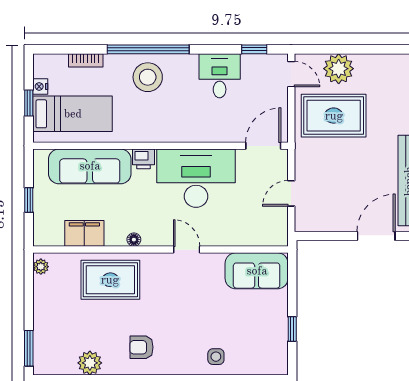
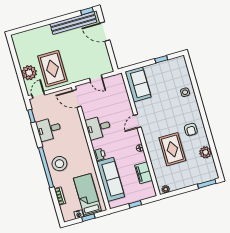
desk: (196, 178) -> (98, 127), width x0.53, depth x0.77
rug: (110, 280) -> (172, 149), moved

